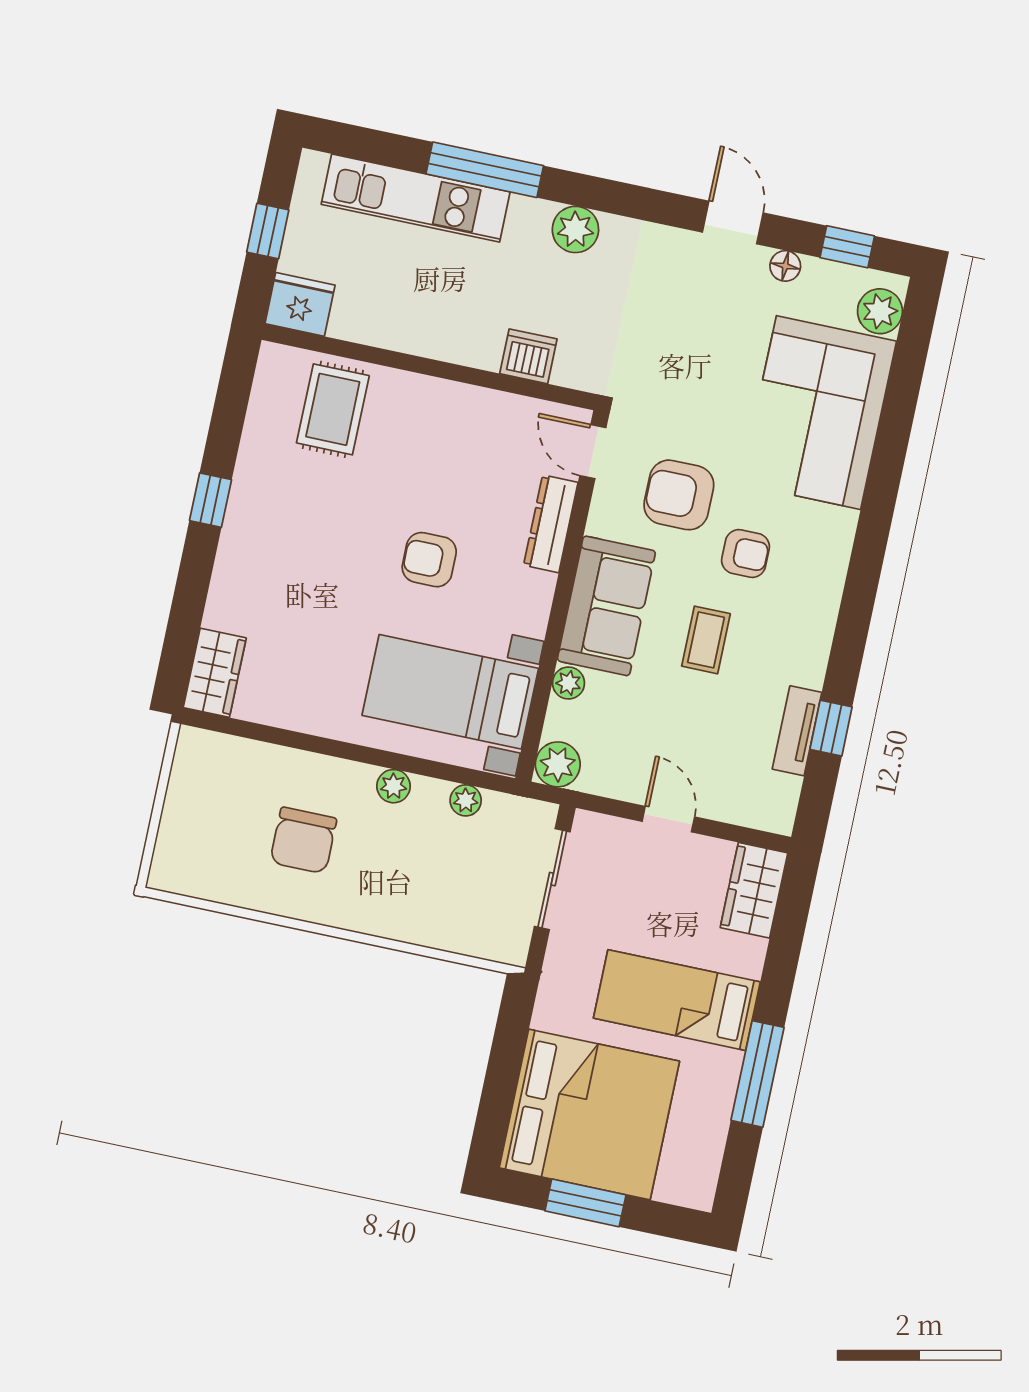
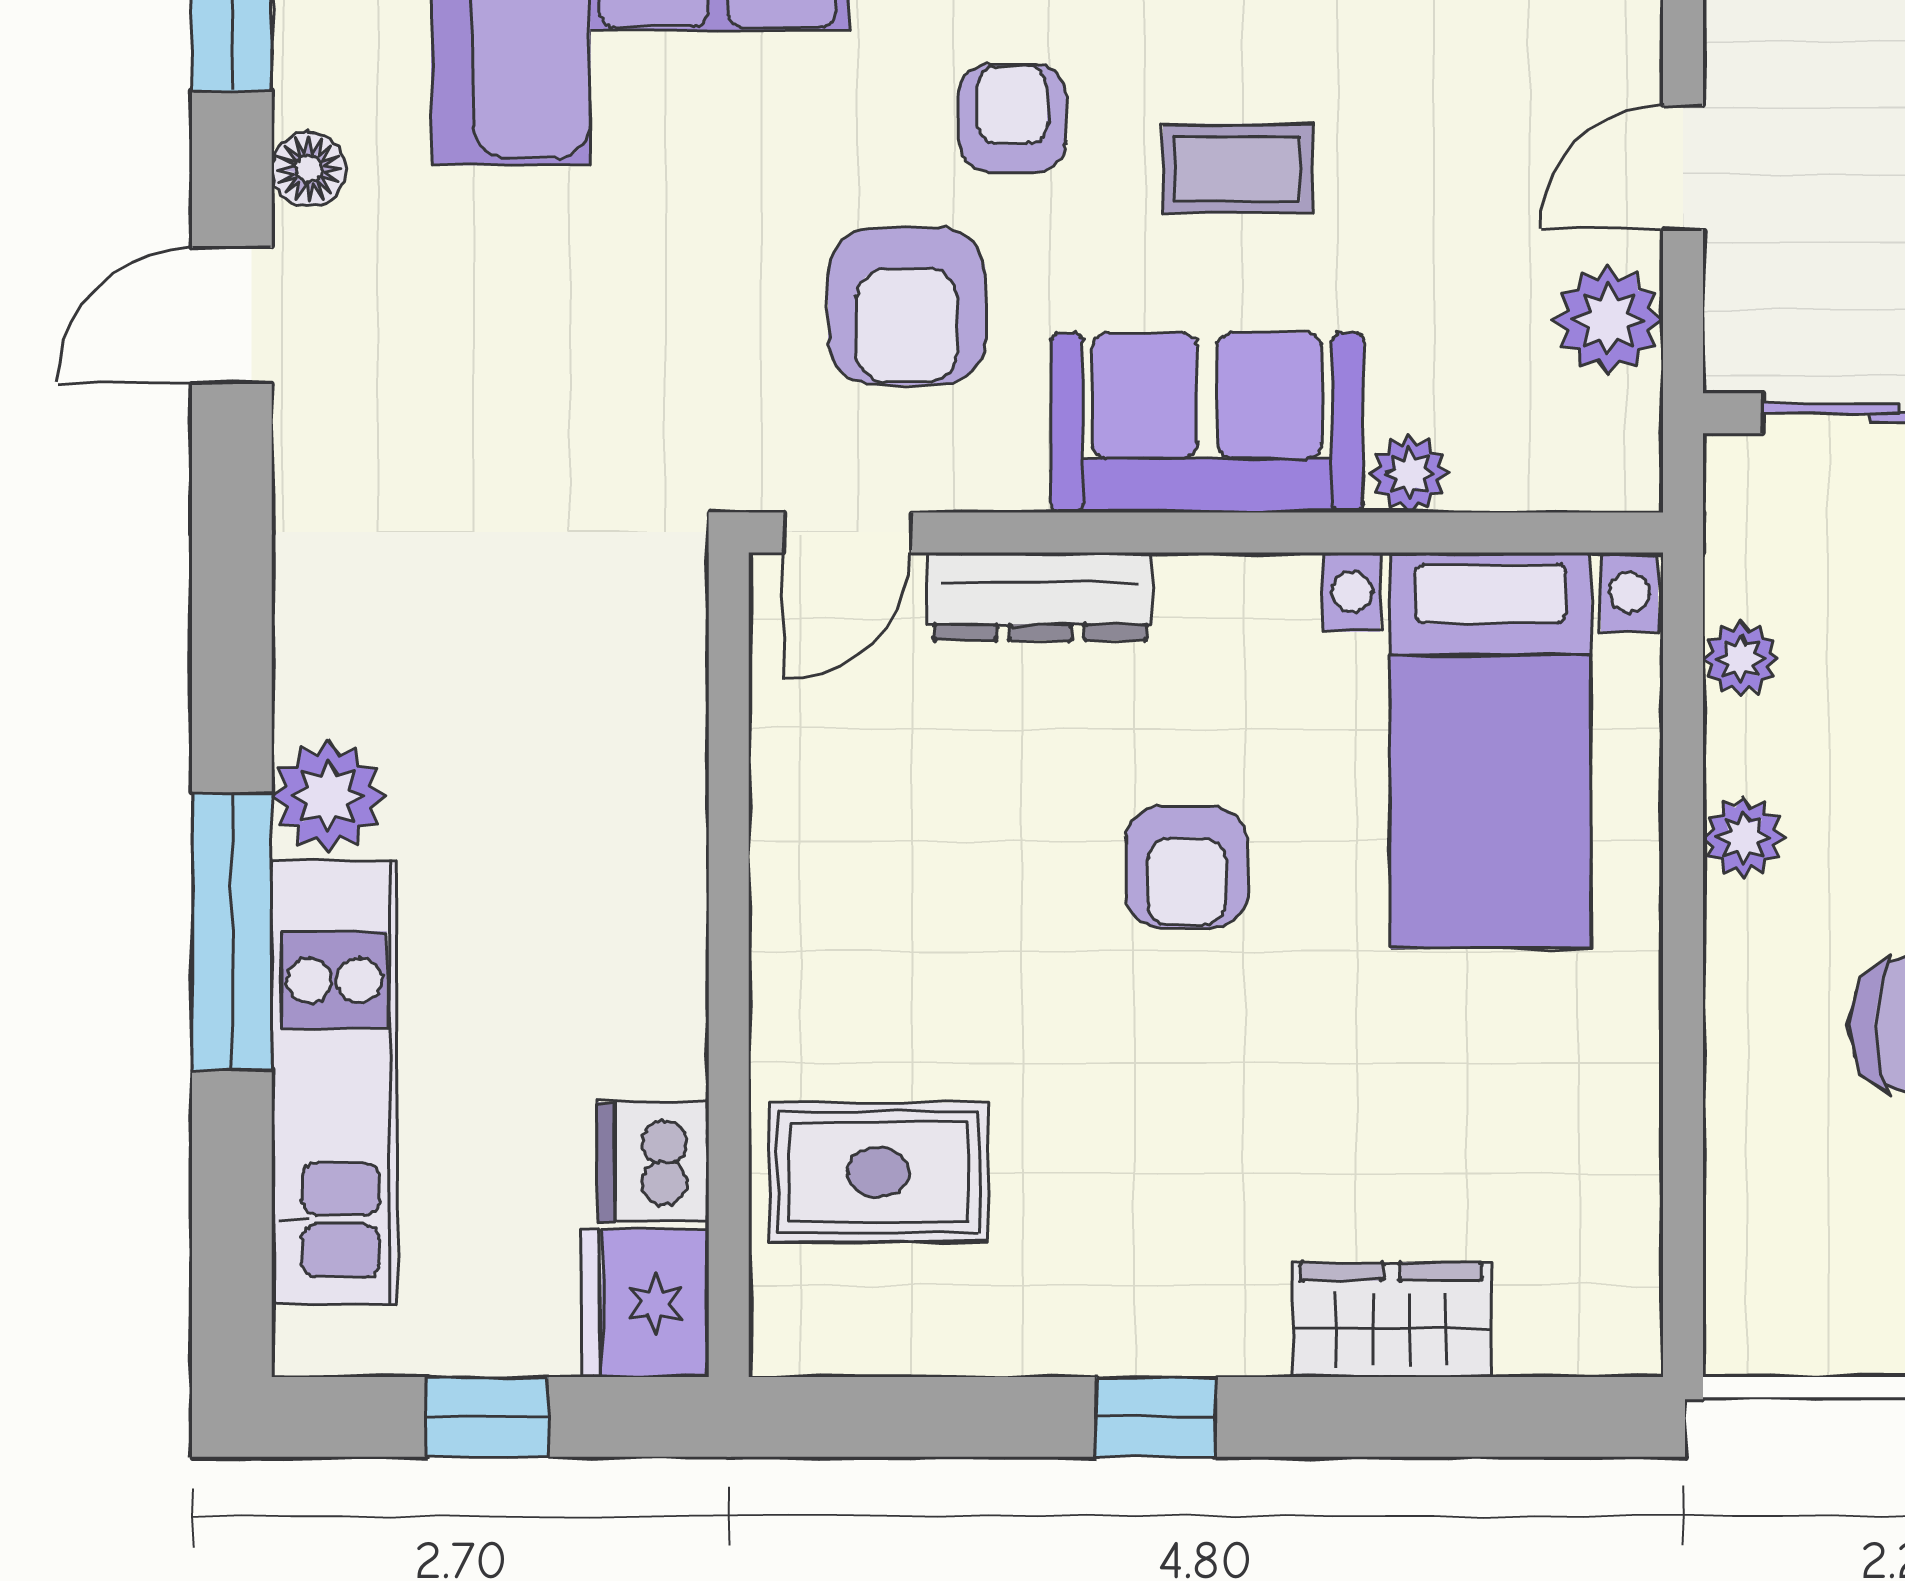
plant: (575, 229) -> (328, 796), moved
dishwasher: (528, 356) -> (653, 1162), moved
wardrobe: (215, 673) -> (1391, 1320), moved
plant: (558, 764) -> (1609, 320), moved

